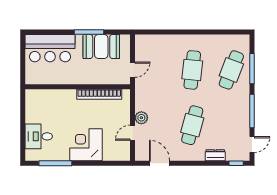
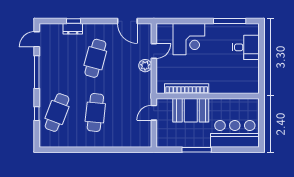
booth: (101, 46) -> (191, 110), moved
window: (252, 69) -> (37, 114), width x0.46
corner desk: (86, 145) -> (189, 39), moved
window: (236, 163) -> (74, 21), moved

